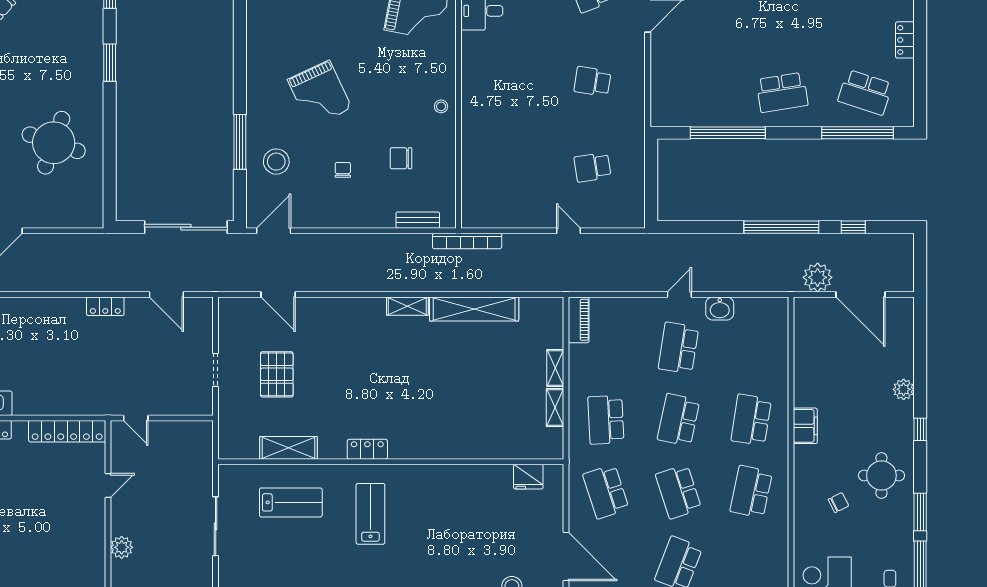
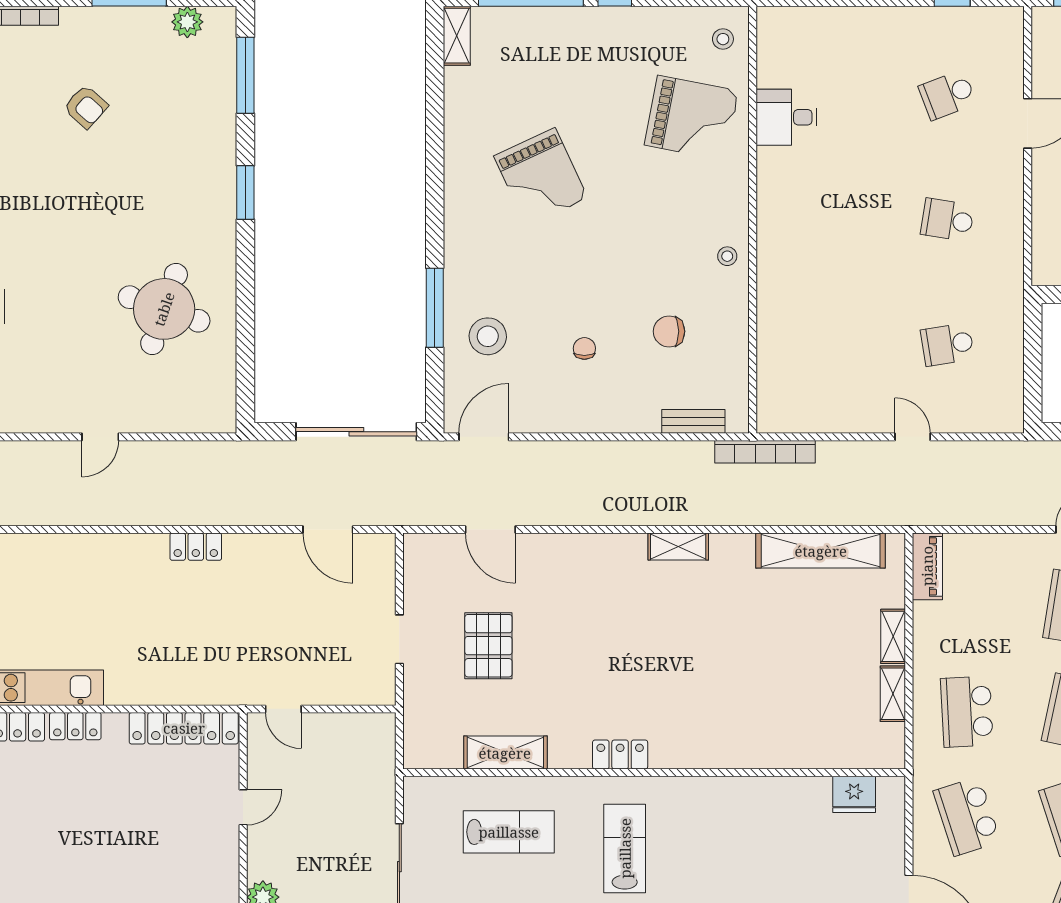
grand piano: (320, 94) -> (541, 177), moved
locker: (105, 306) -> (196, 547), moved
shelving: (474, 309) -> (821, 551), moved

